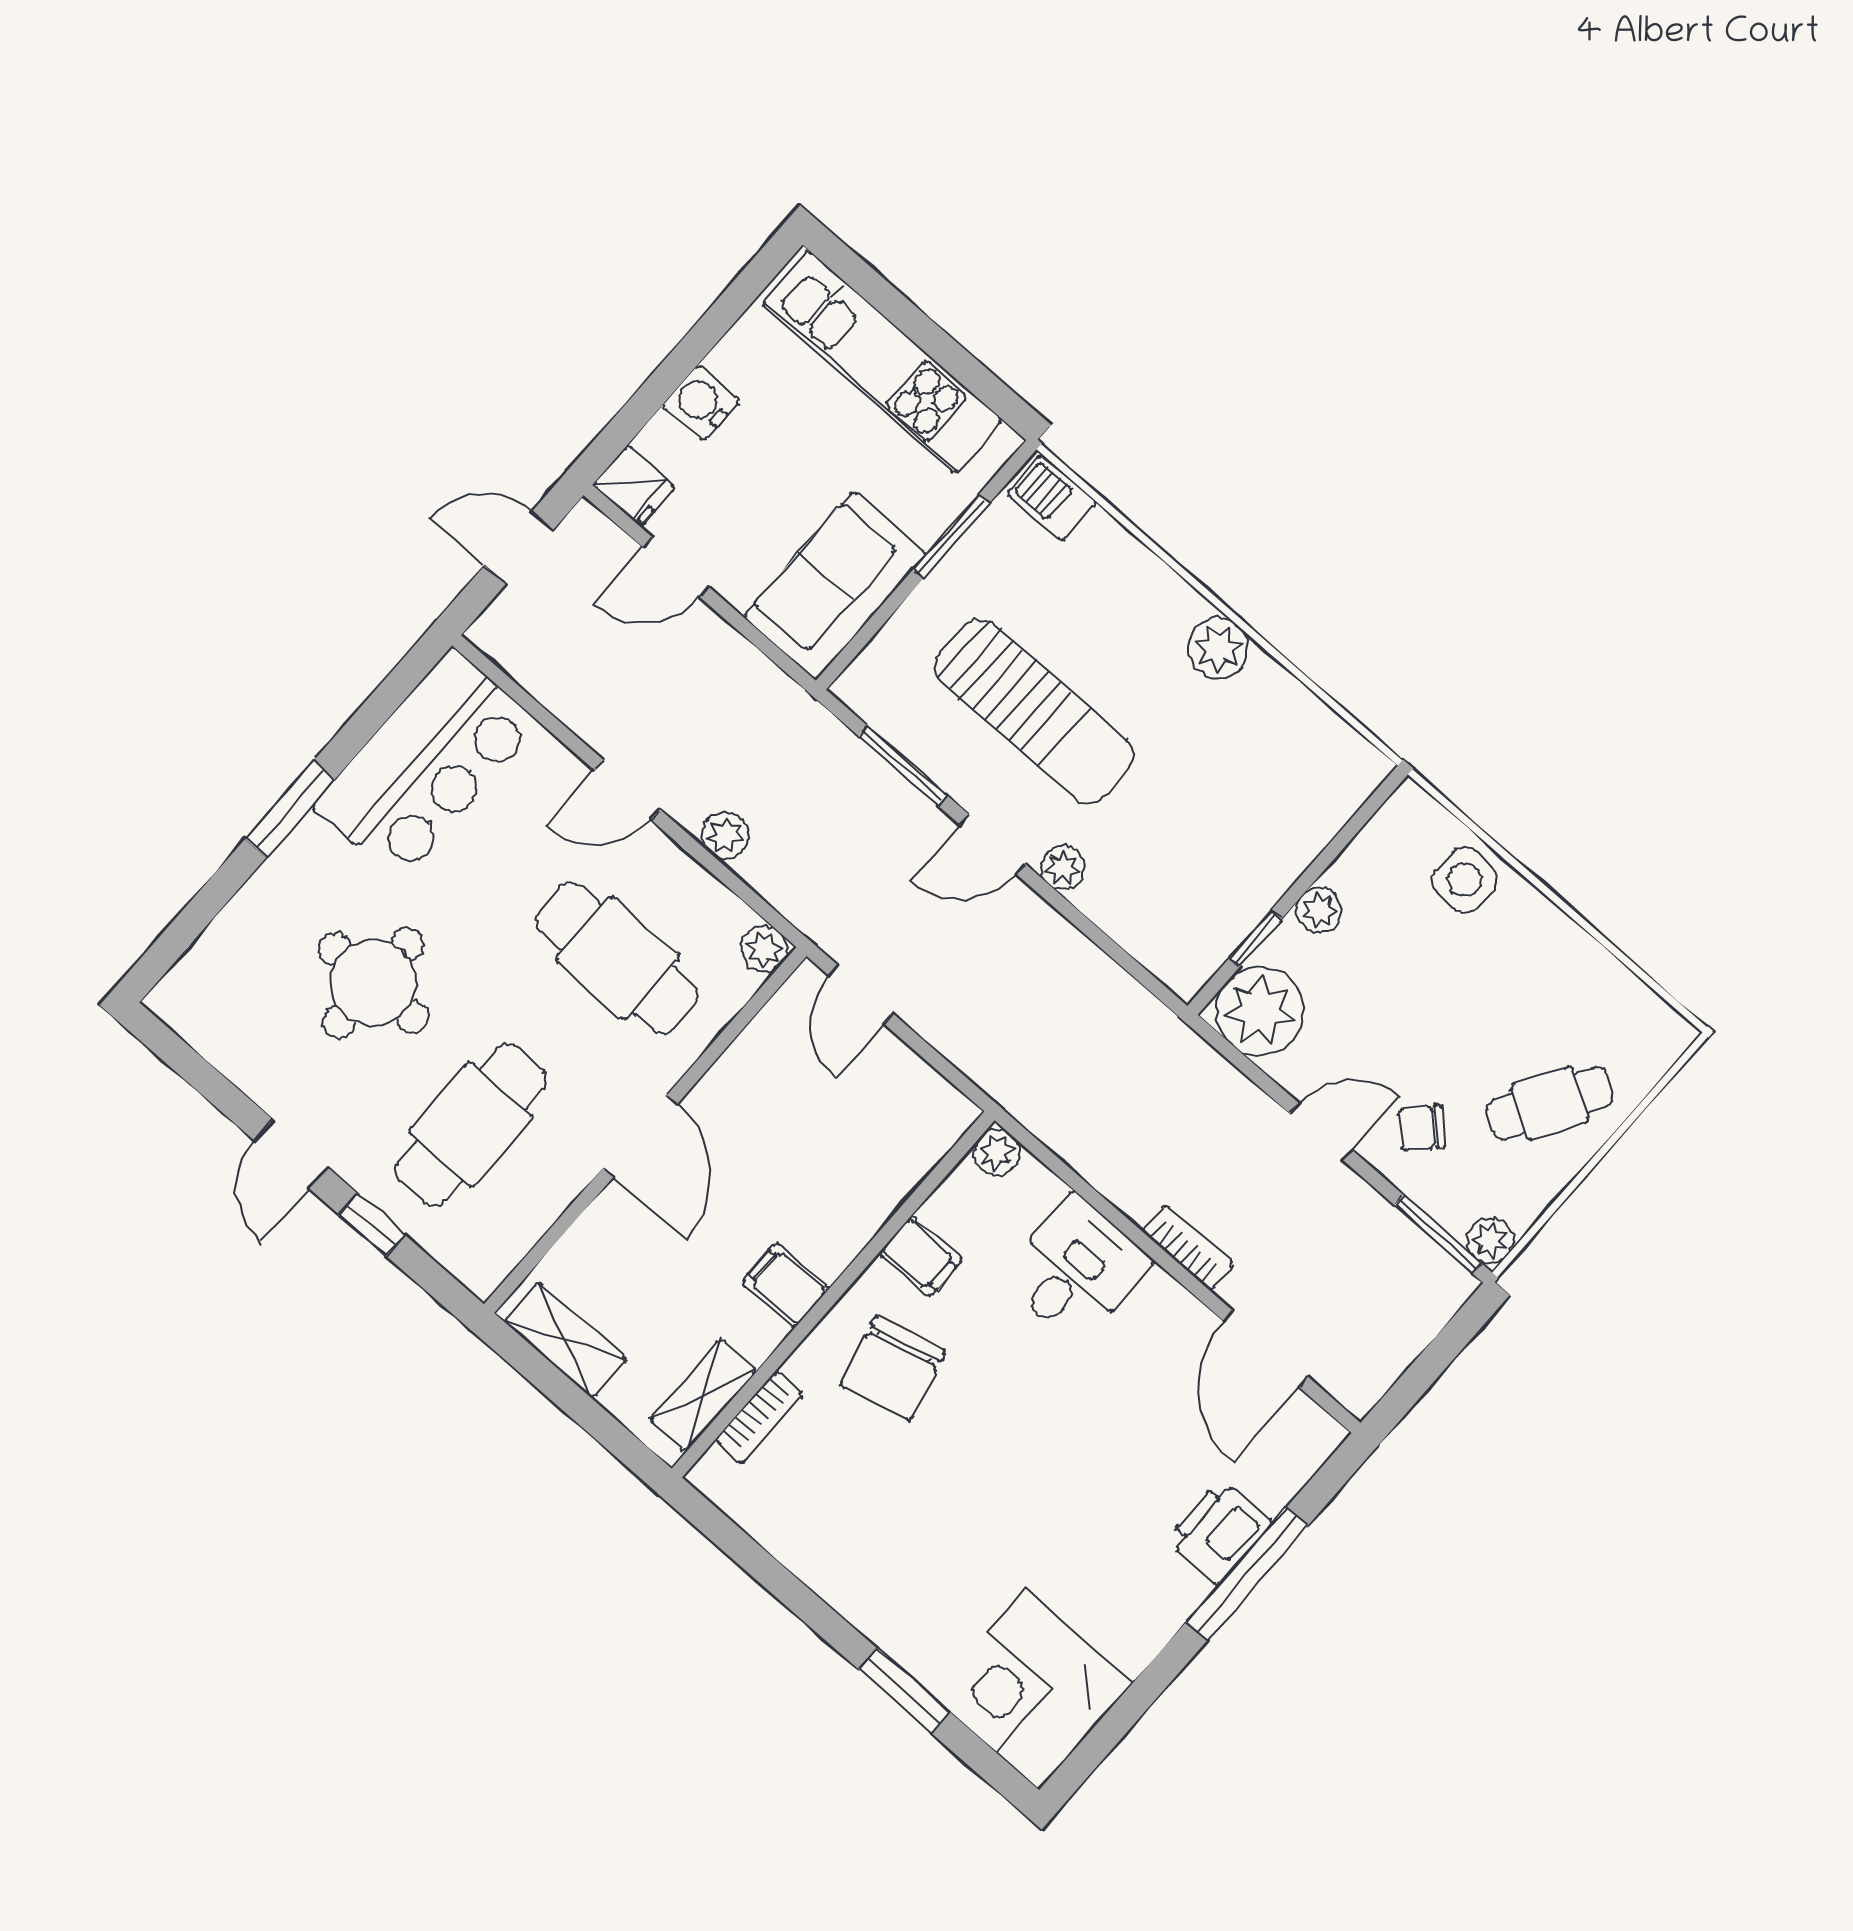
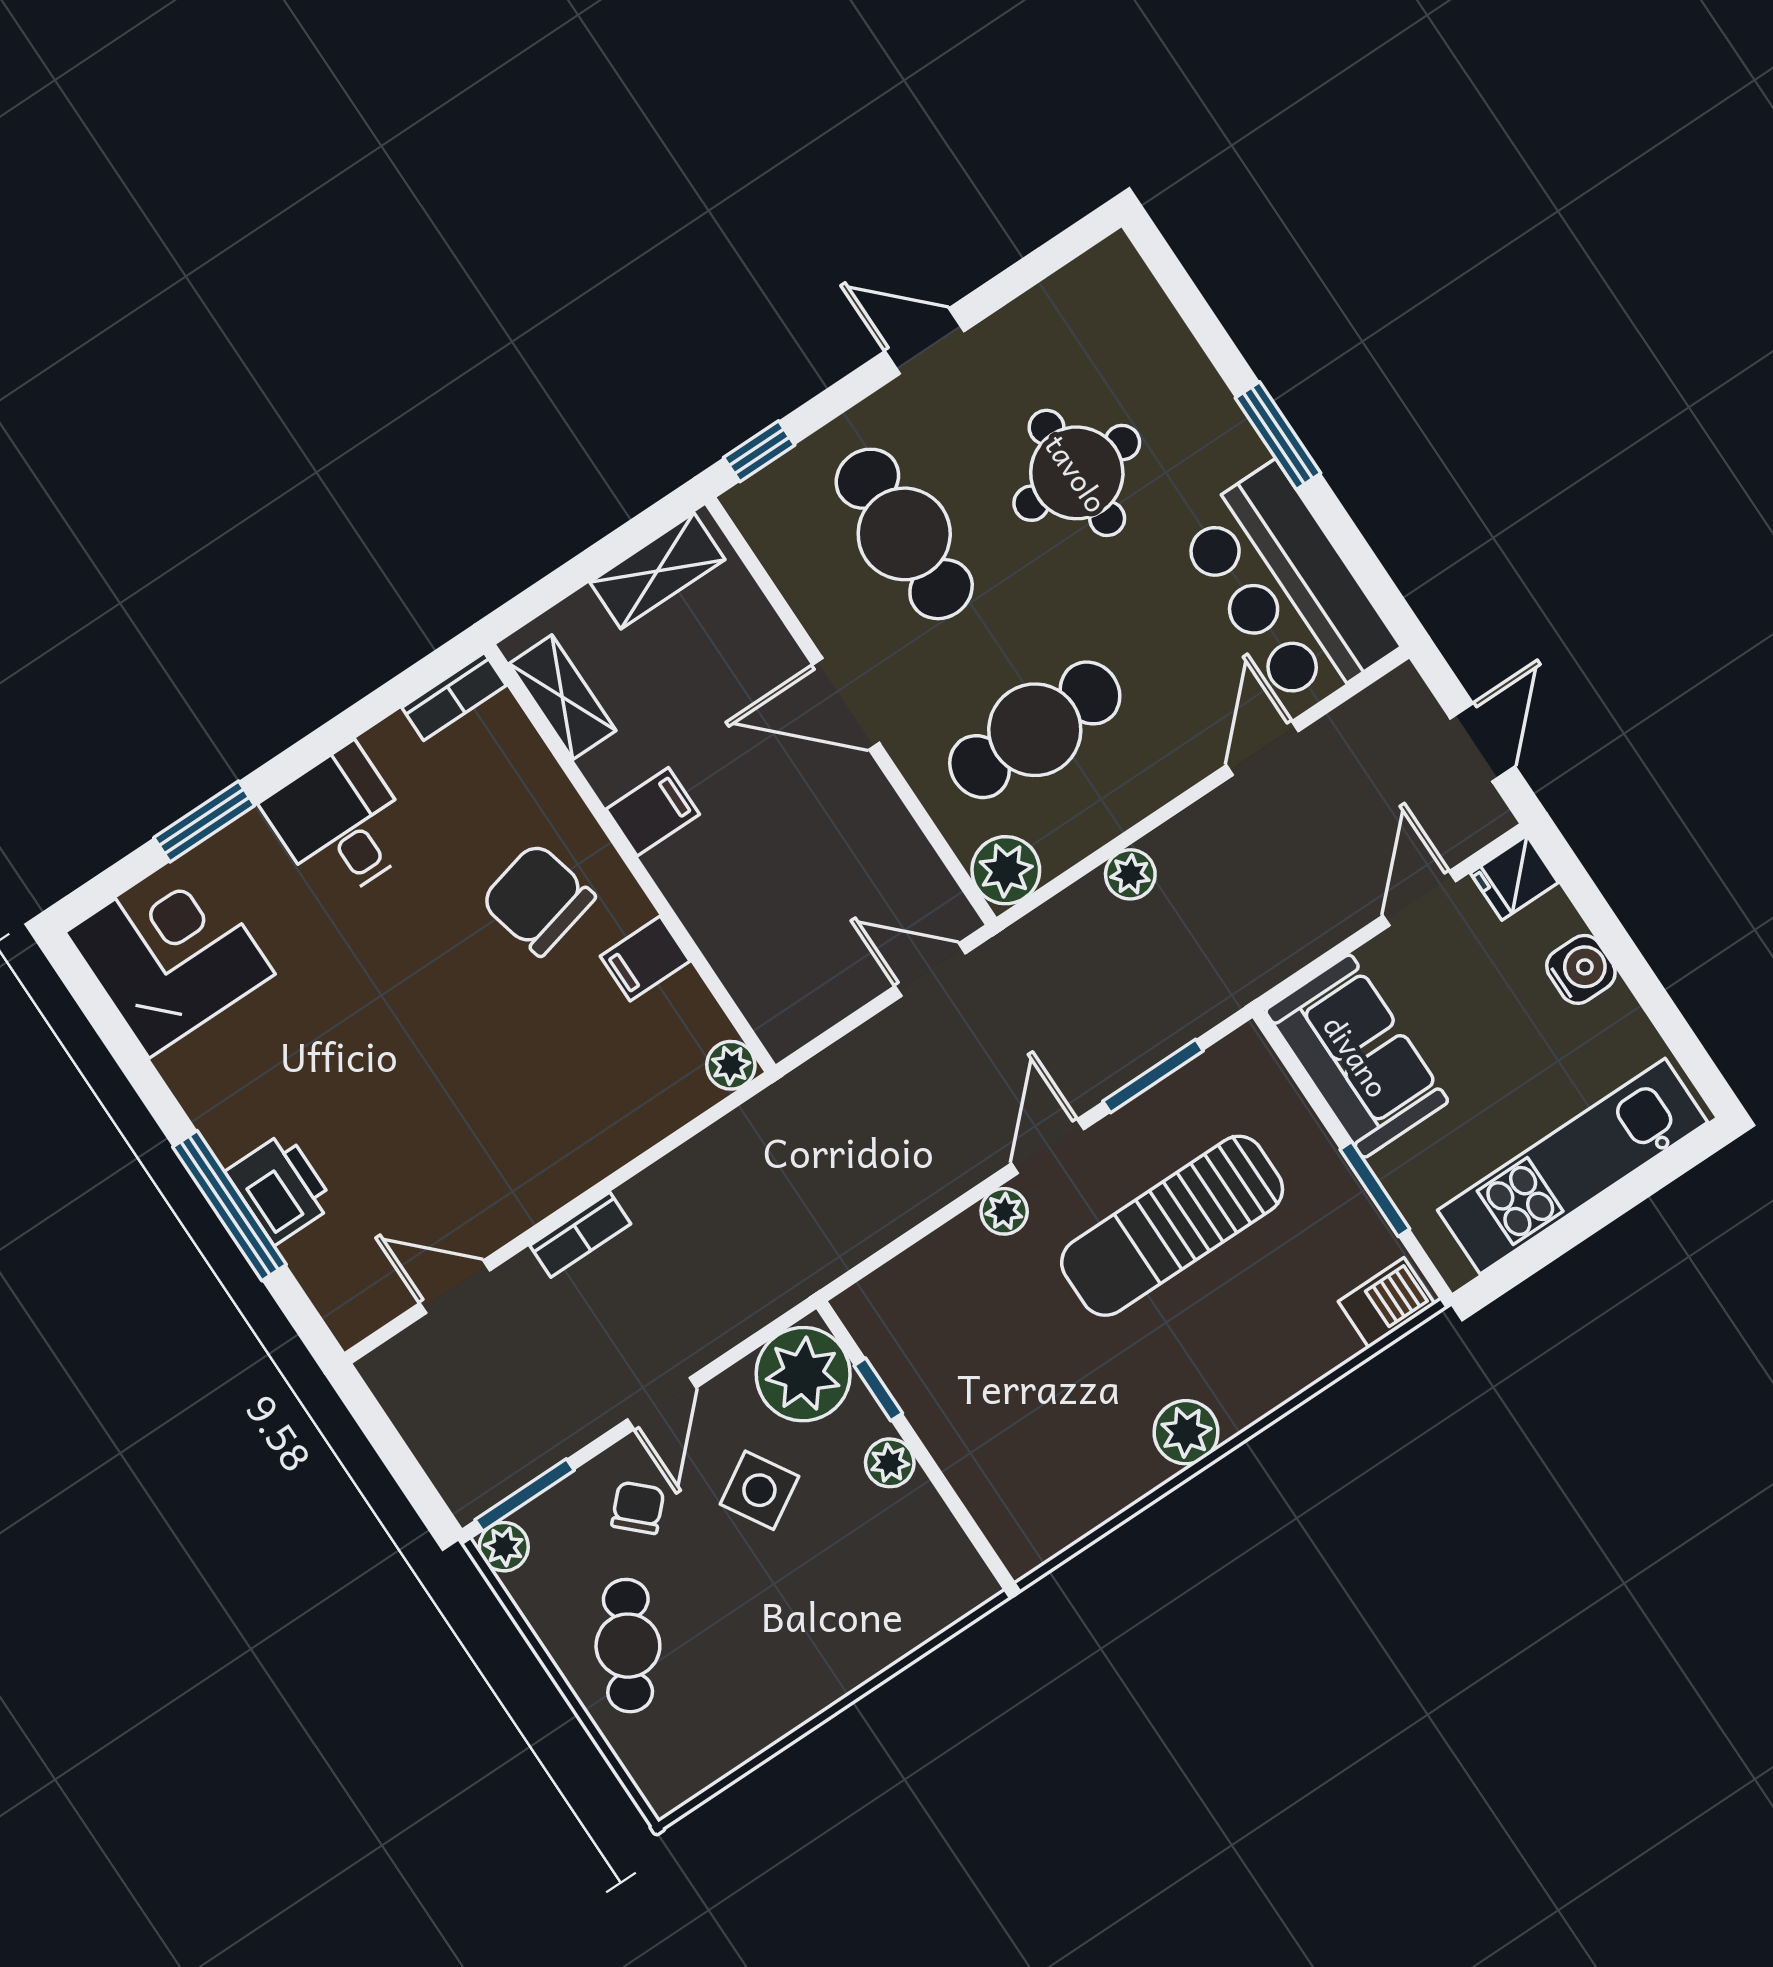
door: (627, 790) -> (1262, 748), moved
side table: (1465, 880) -> (759, 1490), moved, turned -35
plant: (764, 949) -> (1006, 870), width x1.38, depth x1.38
window: (372, 1225) -> (759, 451), moved
desk: (1076, 1270) -> (341, 824), moved, turned 180
door: (1266, 1349) -> (455, 1287), width x0.73
bookcase: (759, 1417) -> (454, 696), moved, turned -90

